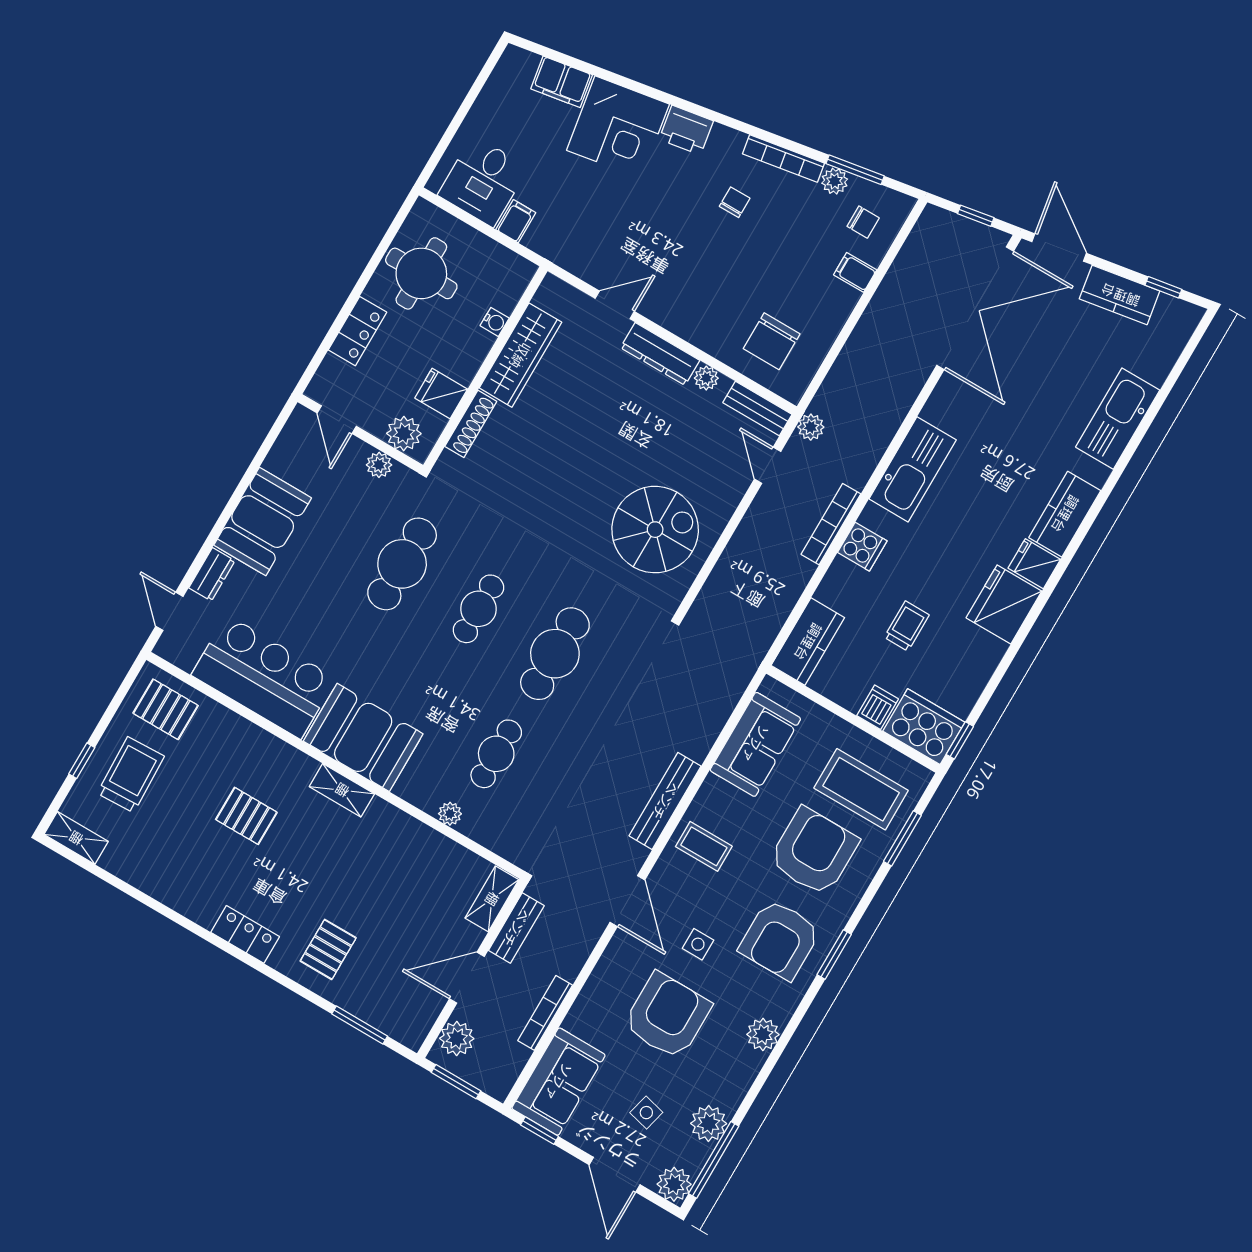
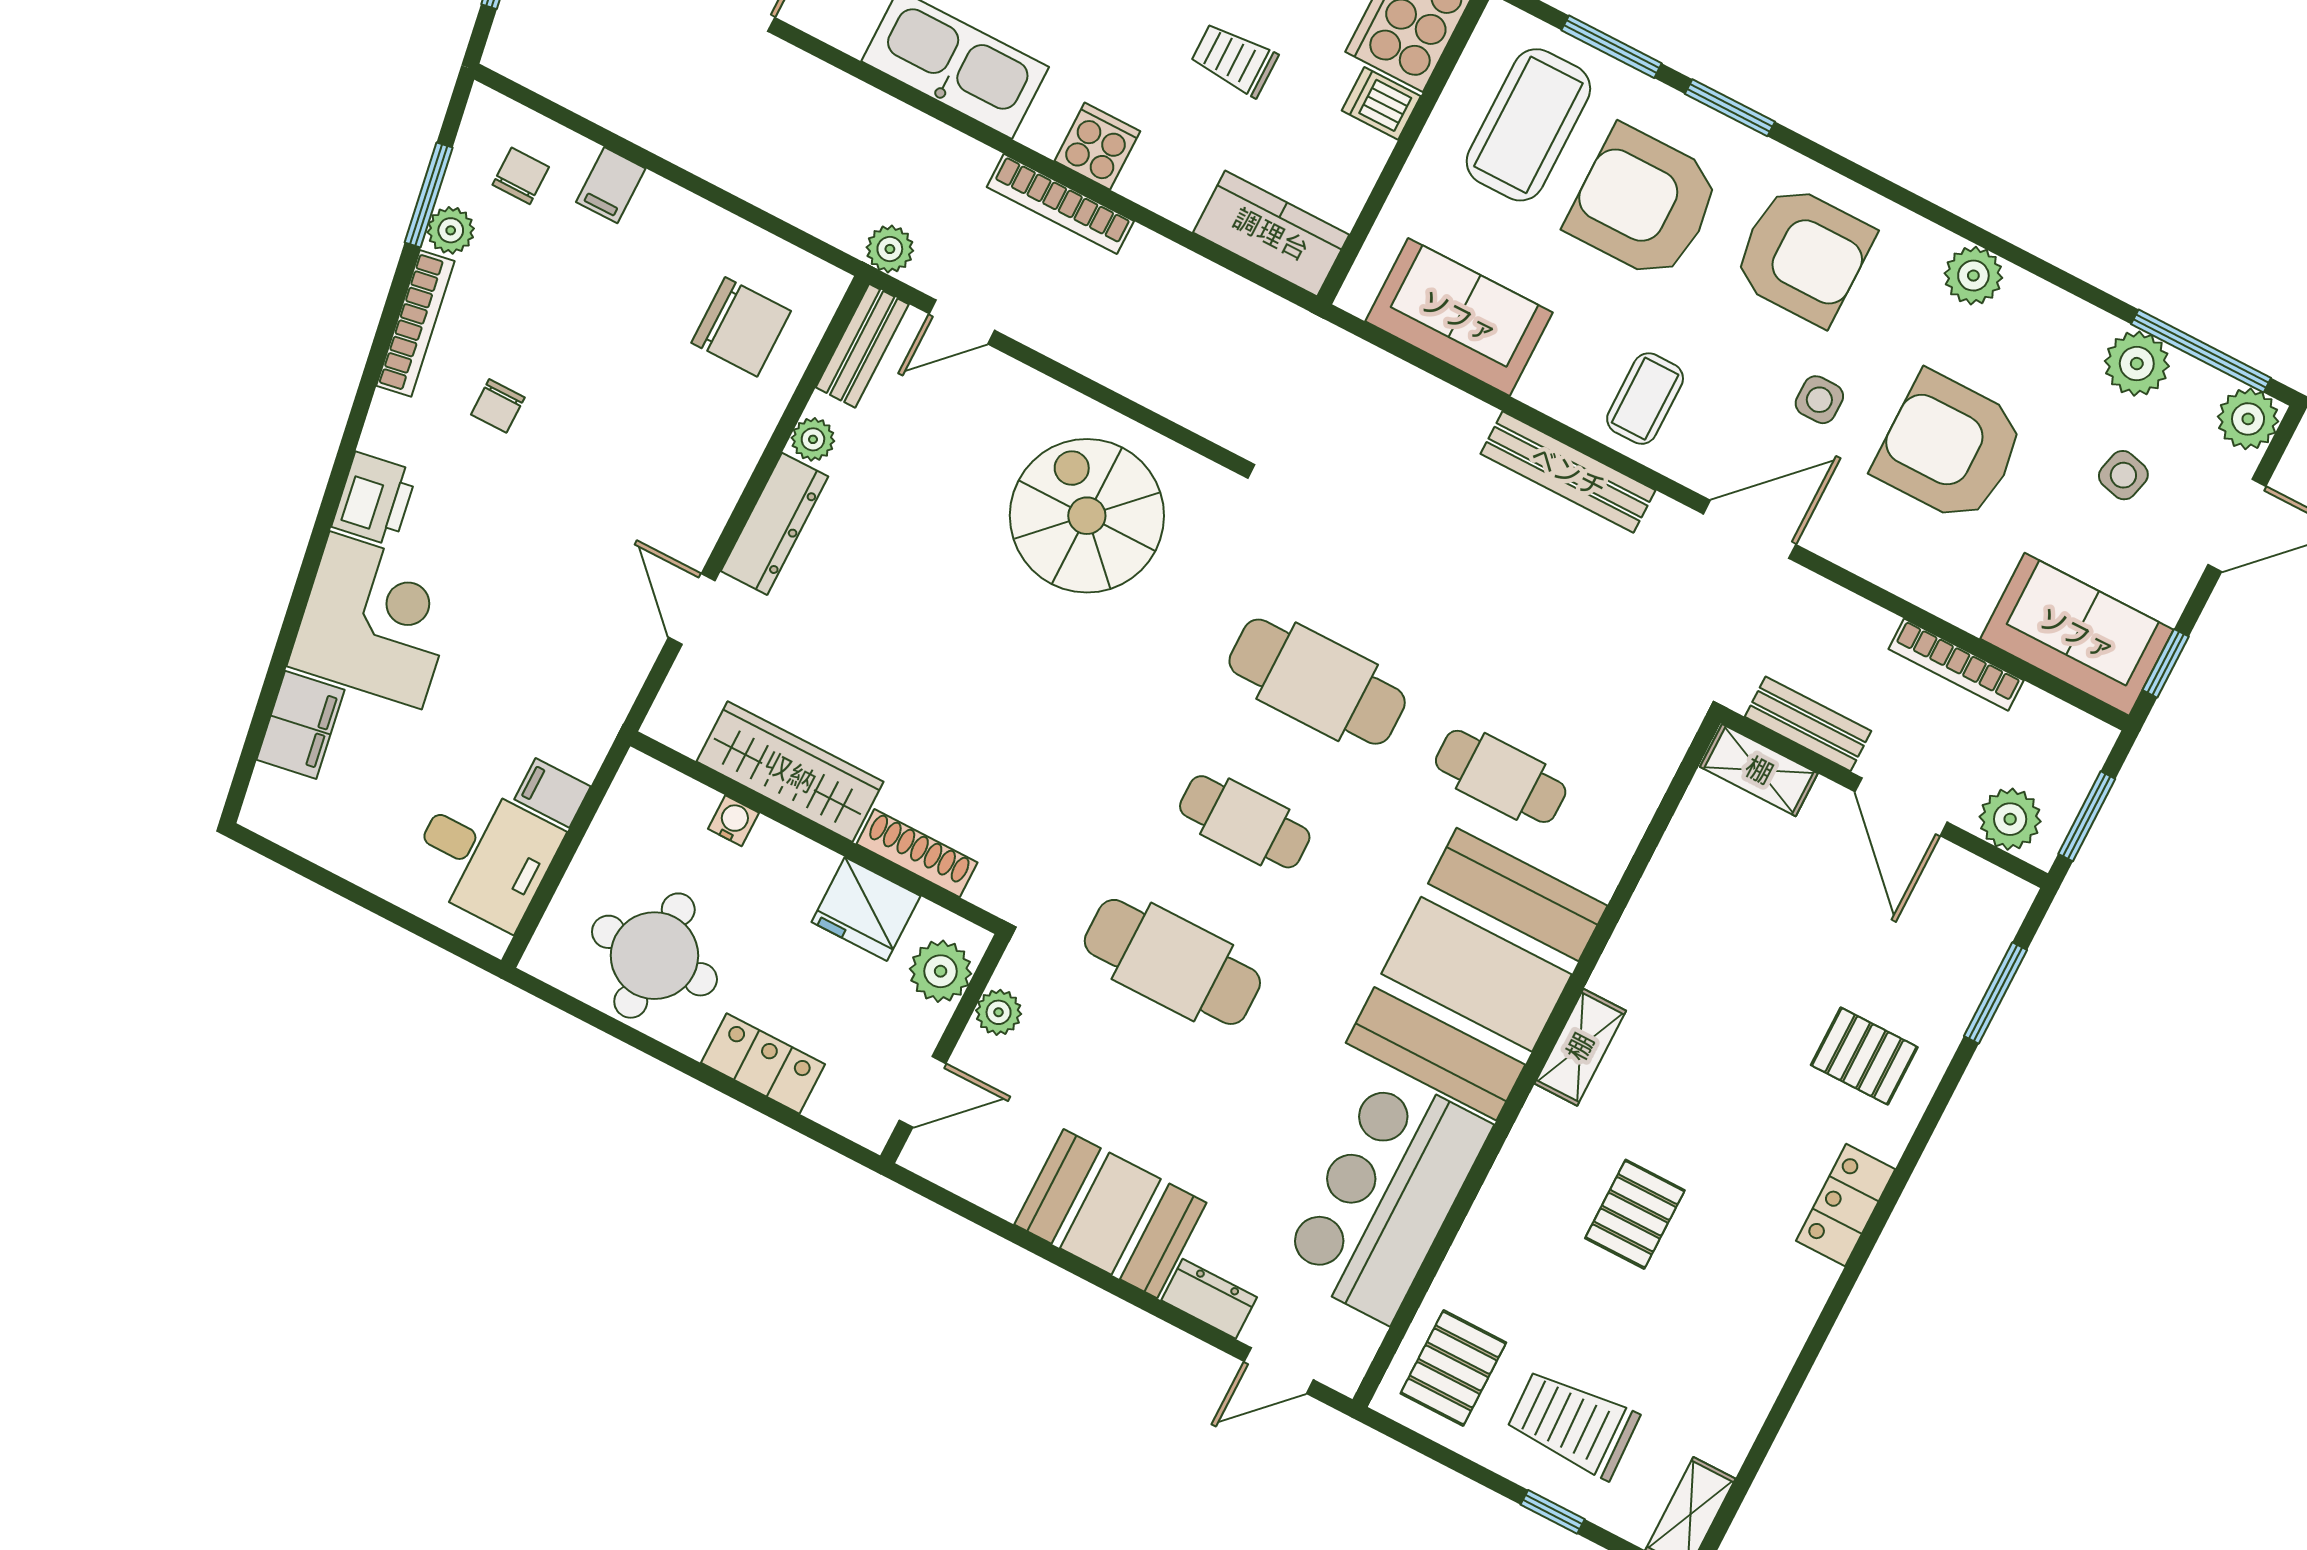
chair: (735, 202) -> (498, 406), turned -90
fridge: (441, 394) -> (866, 909), width x1.38
booth: (363, 737) -> (1477, 974), width x1.36, depth x1.42
plant: (450, 814) -> (1611, 853), removed
window: (834, 954) -> (1730, 108), moved

